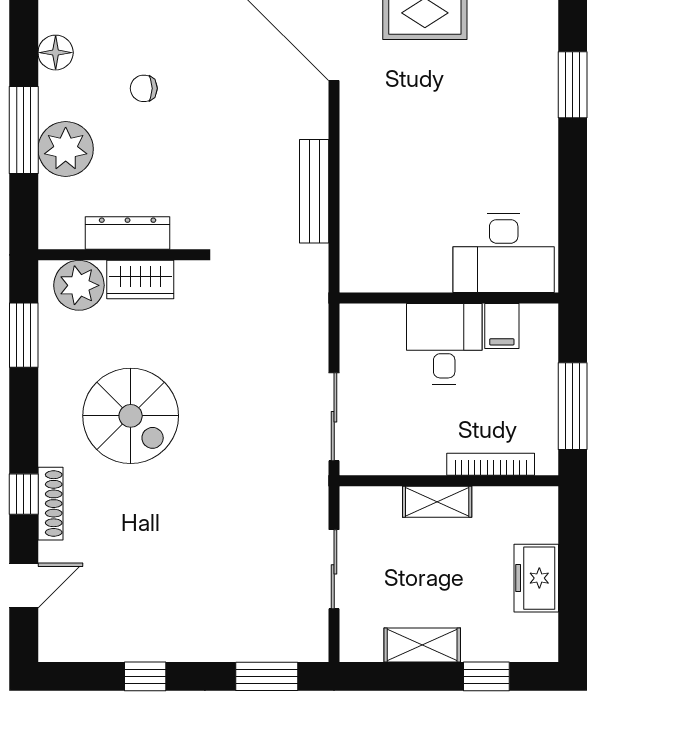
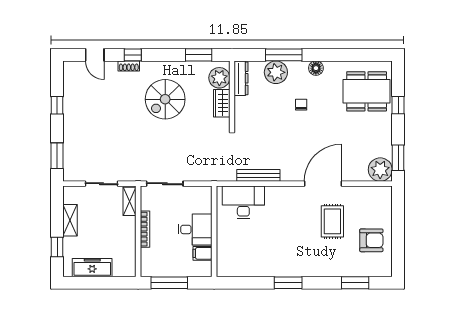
window: (573, 85) -> (288, 283), moved
dresser: (128, 233) -> (241, 78), moved
desk: (504, 253) -> (243, 202), moved, turned 90
bookcase: (491, 464) -> (145, 229), moved
shelving: (437, 502) -> (129, 201), moved
shoe rack: (50, 504) -> (129, 66), width x0.70
freezer: (536, 578) -> (92, 268), width x1.40

